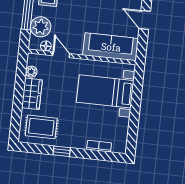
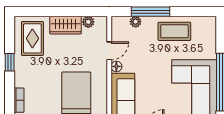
plant: (41, 27) -> (136, 22), width x0.53, depth x0.53
floor lamp: (46, 46) -> (116, 66), moved

